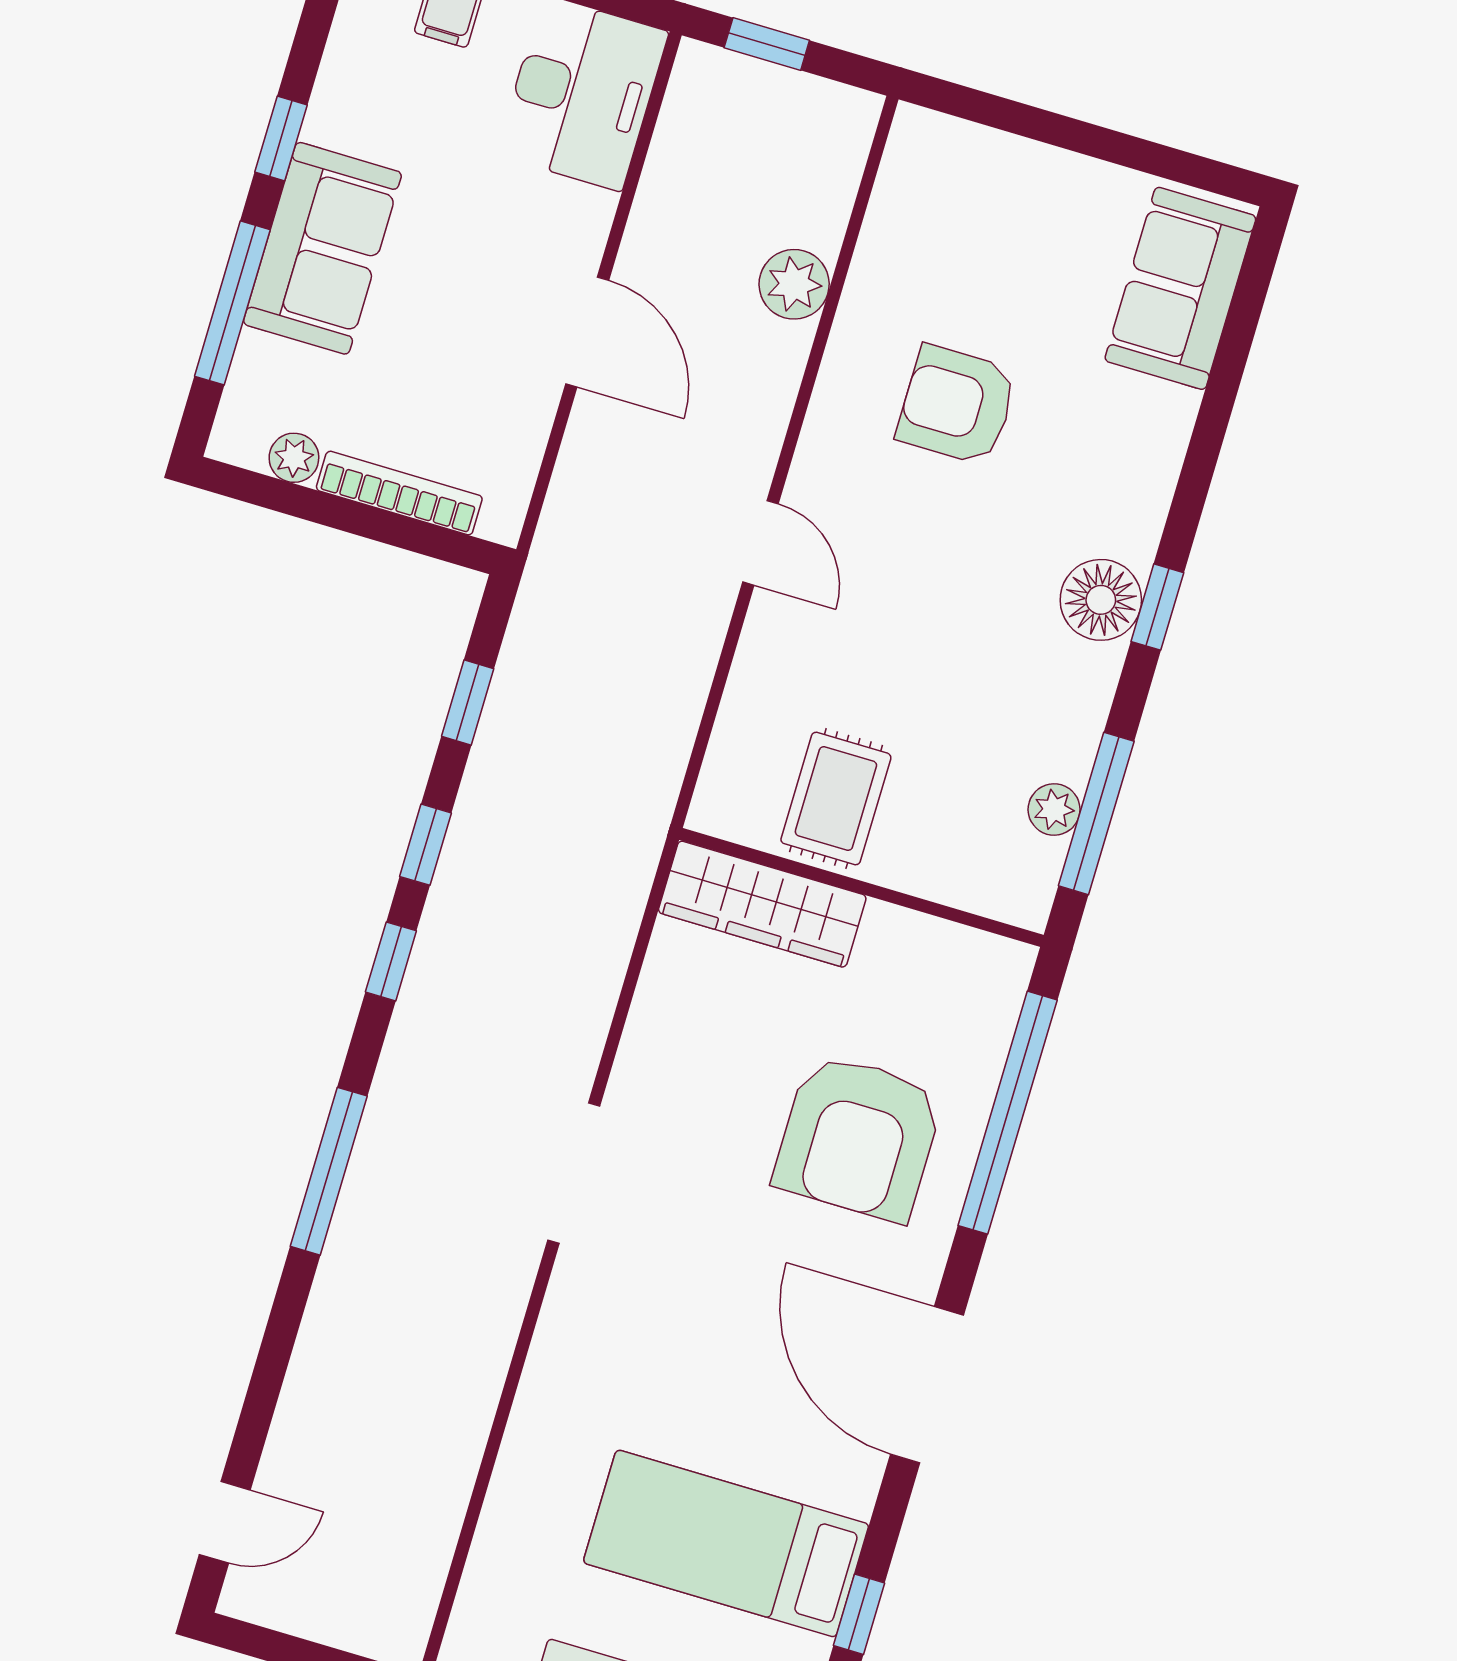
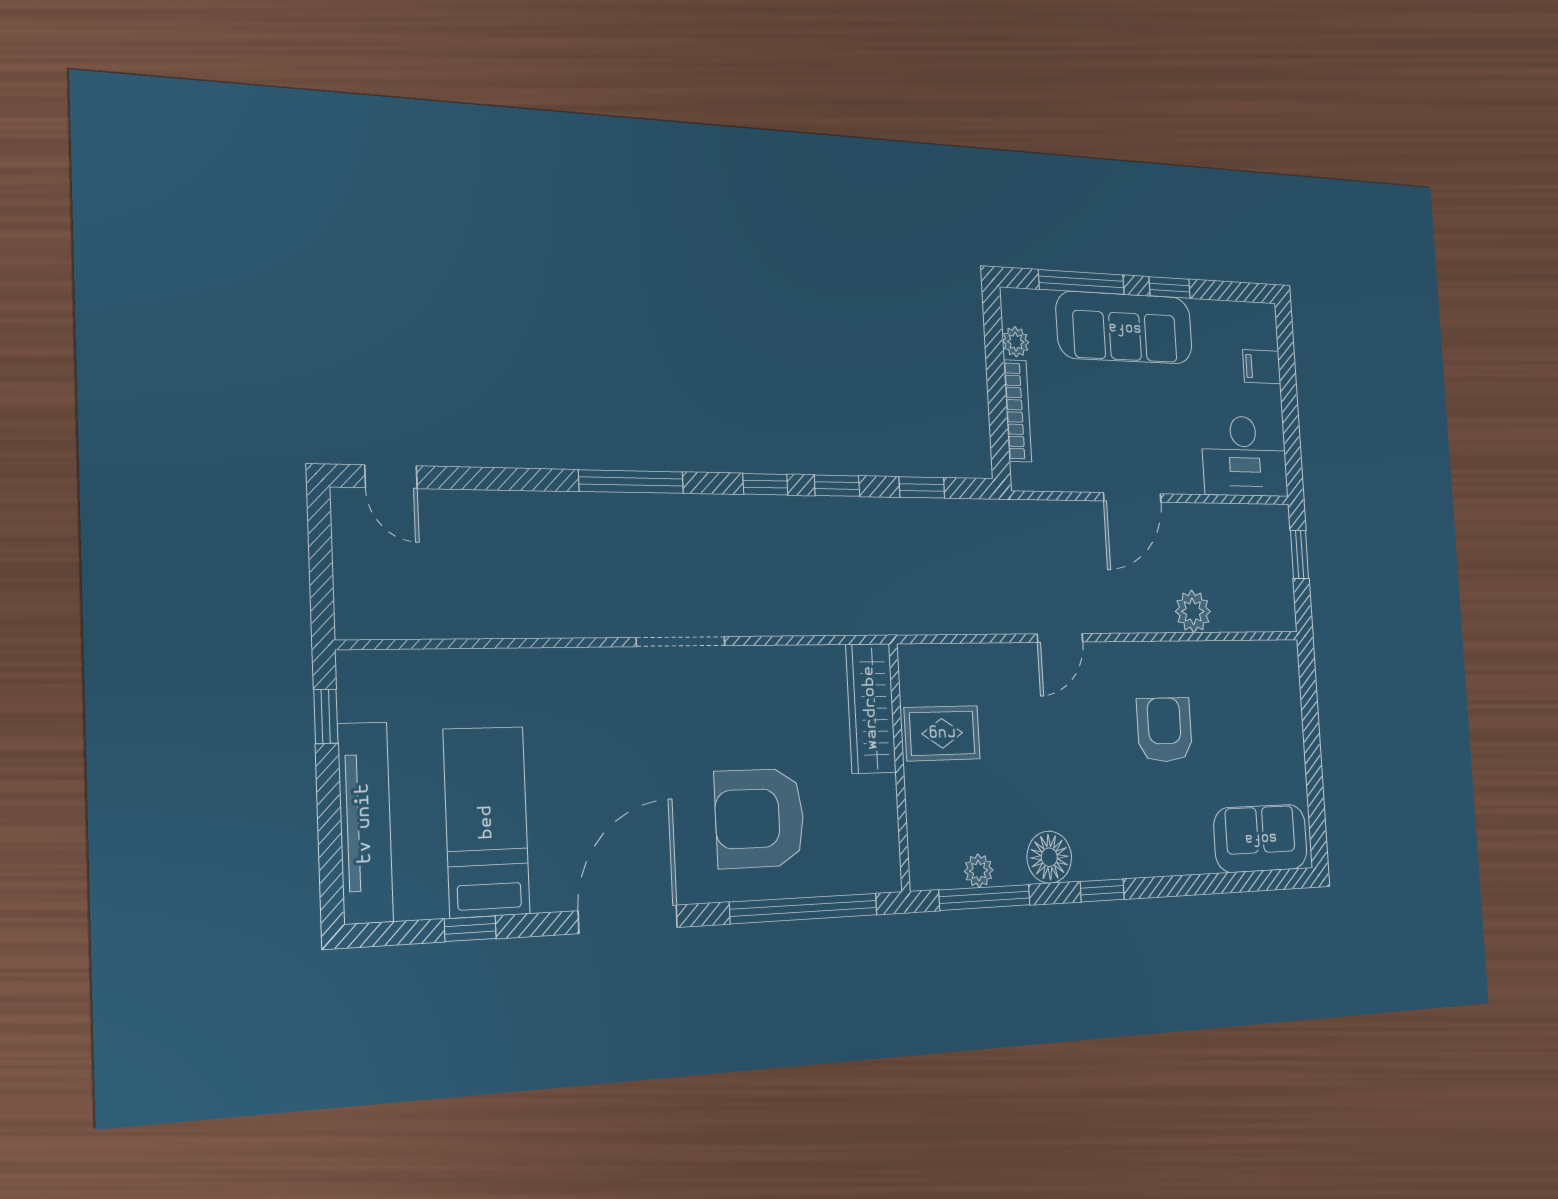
sofa: (322, 248) -> (1125, 328), width x1.36
floor lamp: (1101, 600) -> (1049, 857), moved

